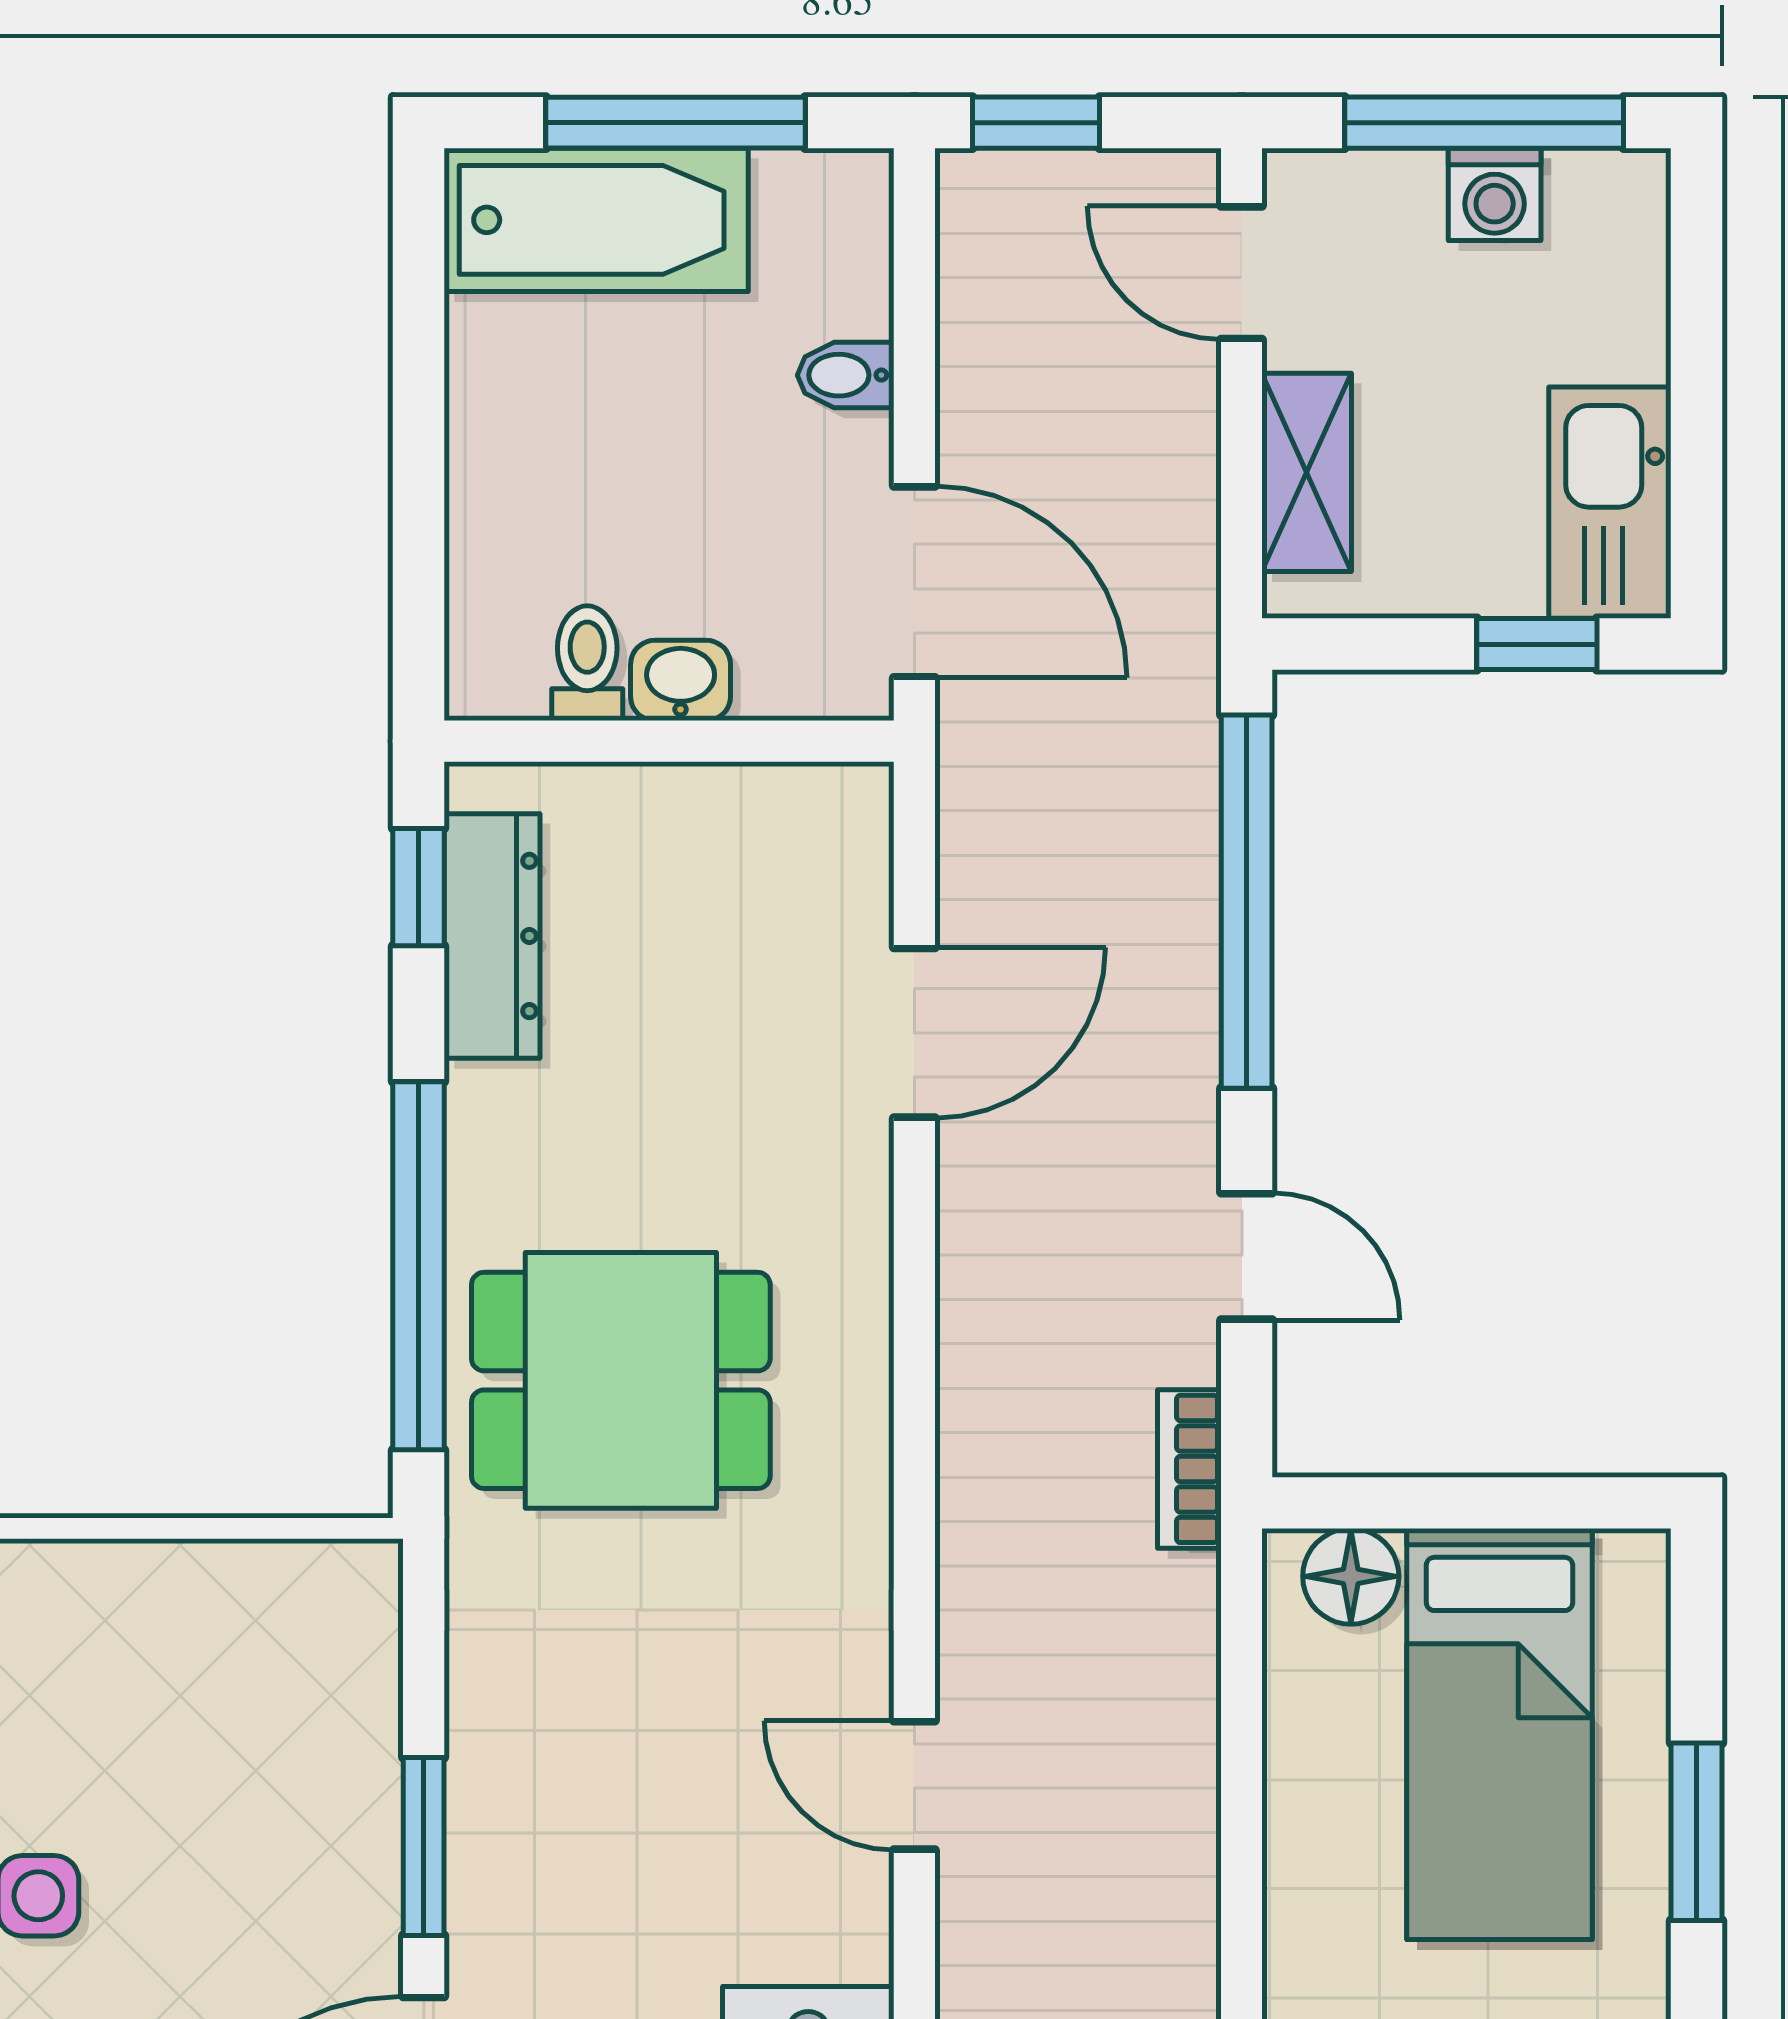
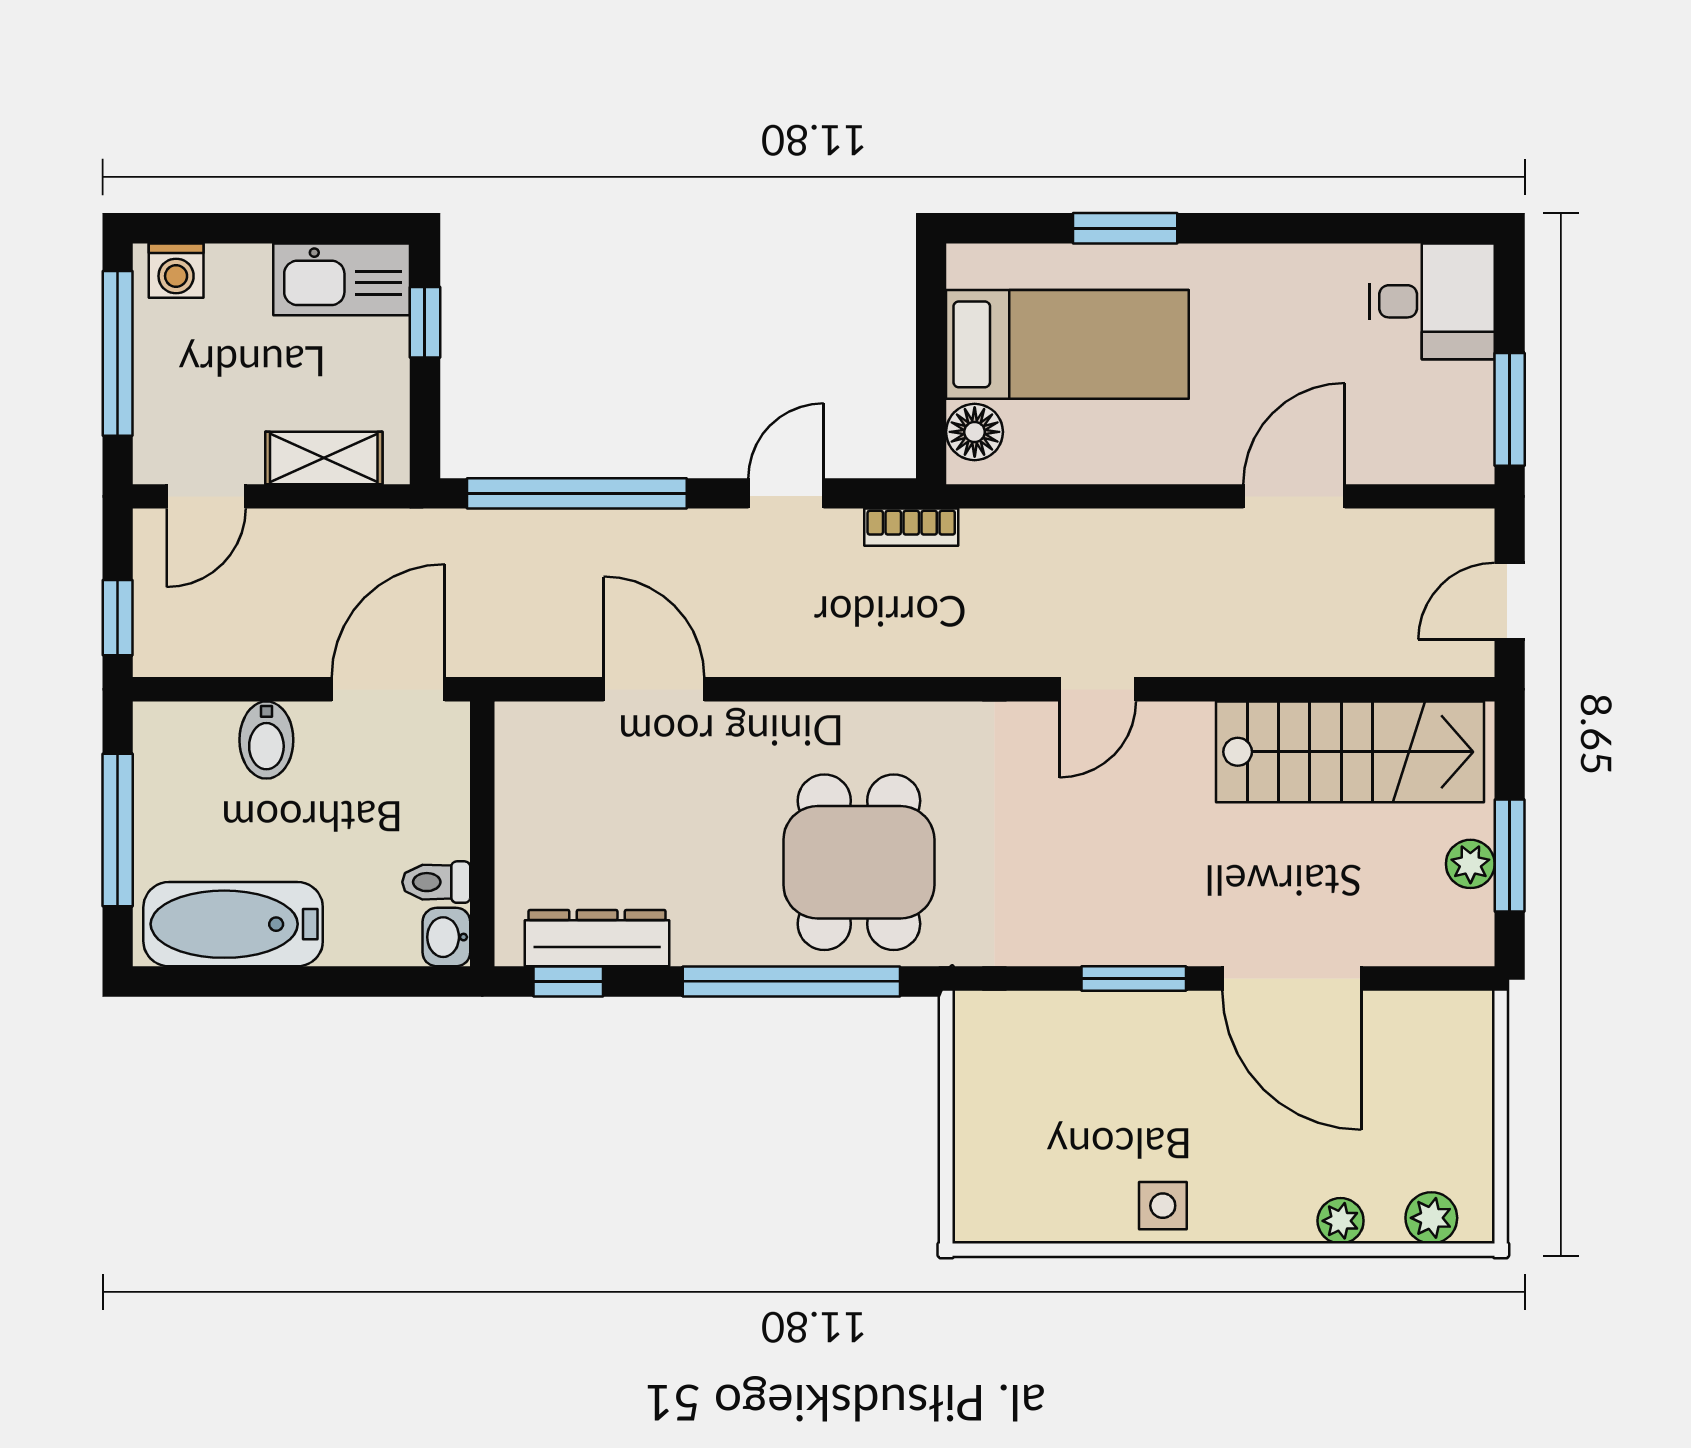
washing machine: (1495, 194) -> (176, 271), moved, turned 90
bathtub: (596, 220) -> (233, 924), moved, turned -90
bidet: (846, 375) -> (266, 740), width x1.38, depth x1.36
washbasin: (681, 680) -> (446, 937), moved

